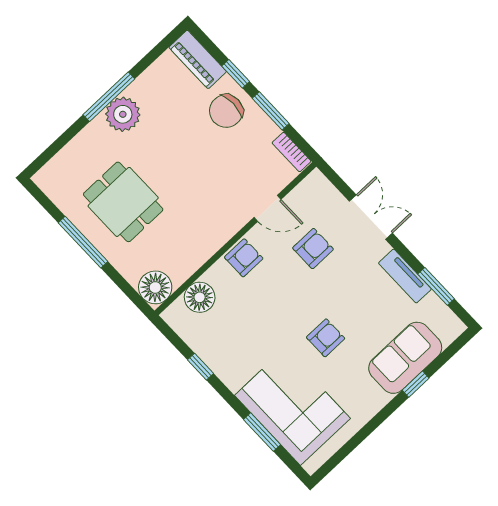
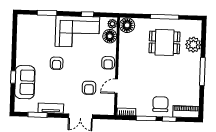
plant: (123, 114) -> (193, 45), moved
plant: (176, 313) -> (112, 24), added
corner sofa: (292, 407) -> (77, 32), moved

